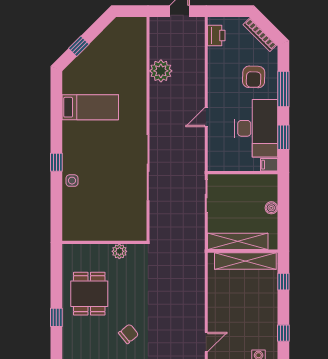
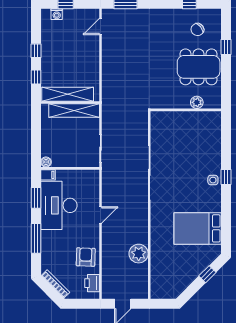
armchair: (254, 77) -> (86, 257), moved
bed: (90, 107) -> (198, 228), width x1.50
side table: (72, 181) -> (213, 180), moved
boiler: (271, 208) -> (46, 162), moved
plant: (119, 251) -> (197, 102), moved
dining table: (89, 294) -> (199, 67), width x1.38
window: (283, 333) -> (36, 51), moved
chair: (129, 334) -> (197, 29), moved

